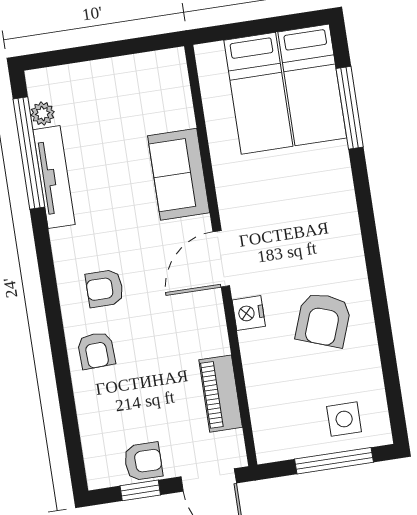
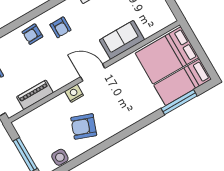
bed: (258, 93) -> (167, 55), width x1.50
armchair: (105, 288) -> (60, 27), turned 180
side table: (344, 419) -> (60, 157), moved

